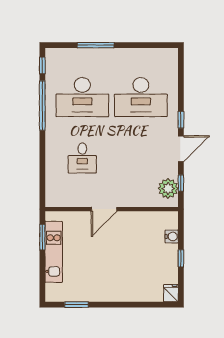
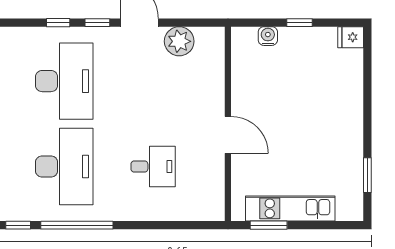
window: (181, 183) -> (58, 23), moved
plant: (168, 188) -> (179, 41), moved

